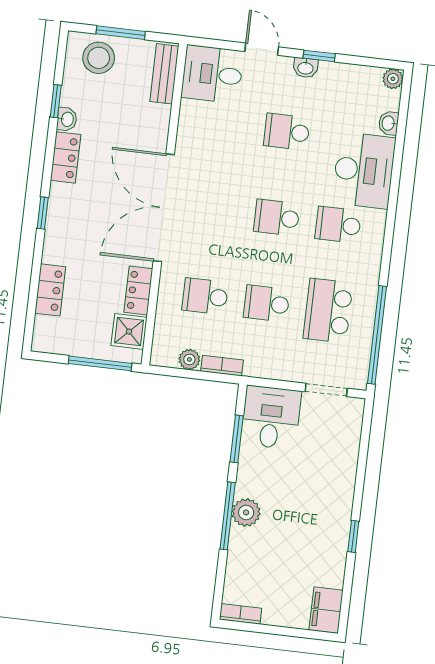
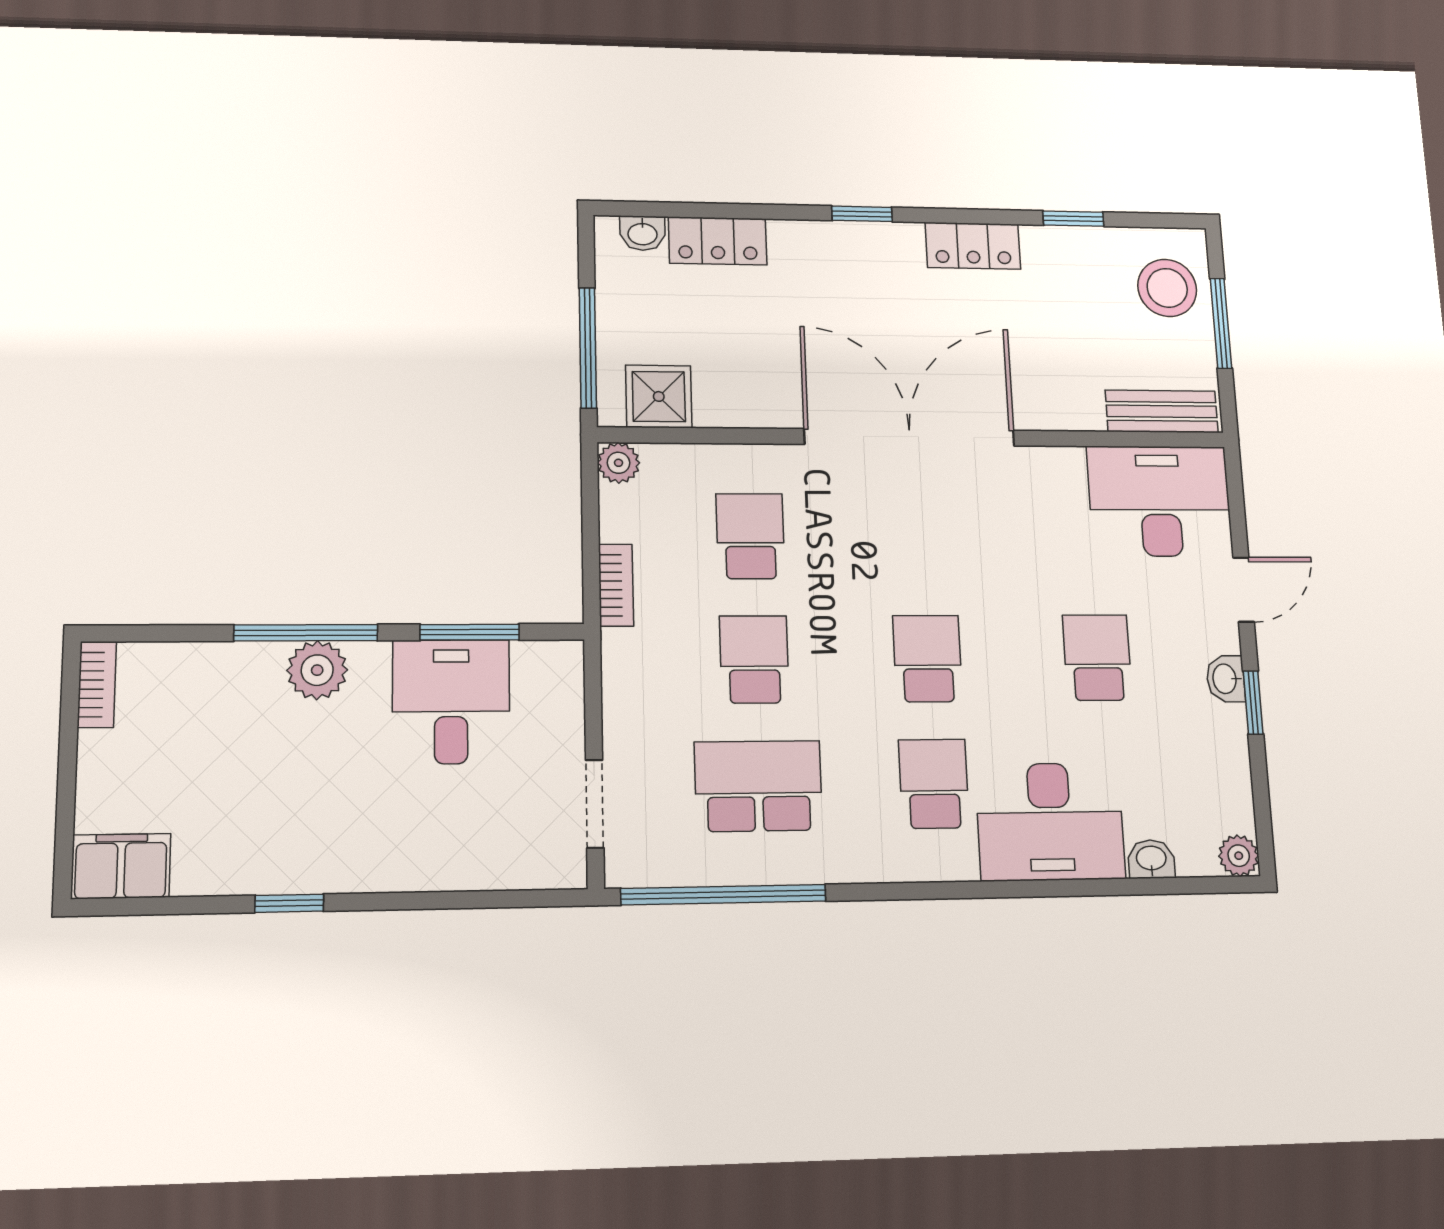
desk: (212, 74) -> (1160, 501), width x1.37
washbasin: (67, 119) -> (642, 233), moved
locker: (138, 291) -> (742, 406), removed
plant: (189, 359) -> (619, 463), moved
desk: (271, 417) -> (451, 702), moved, turned -90

